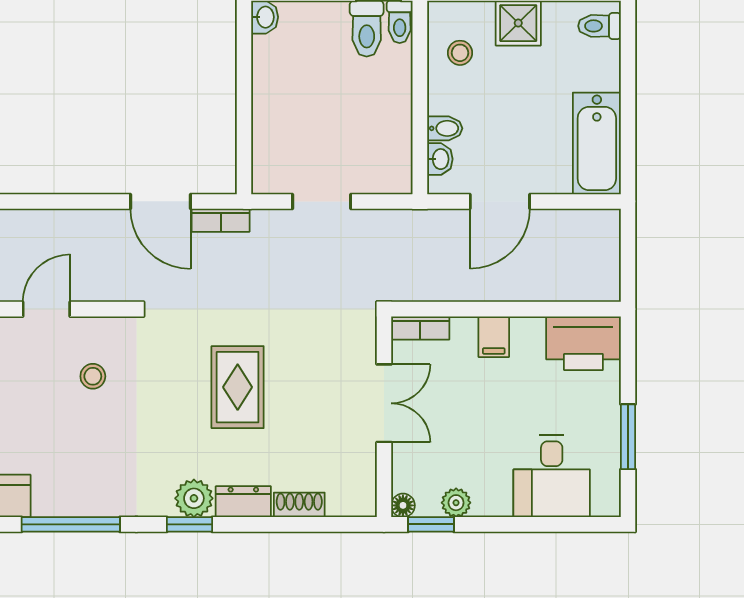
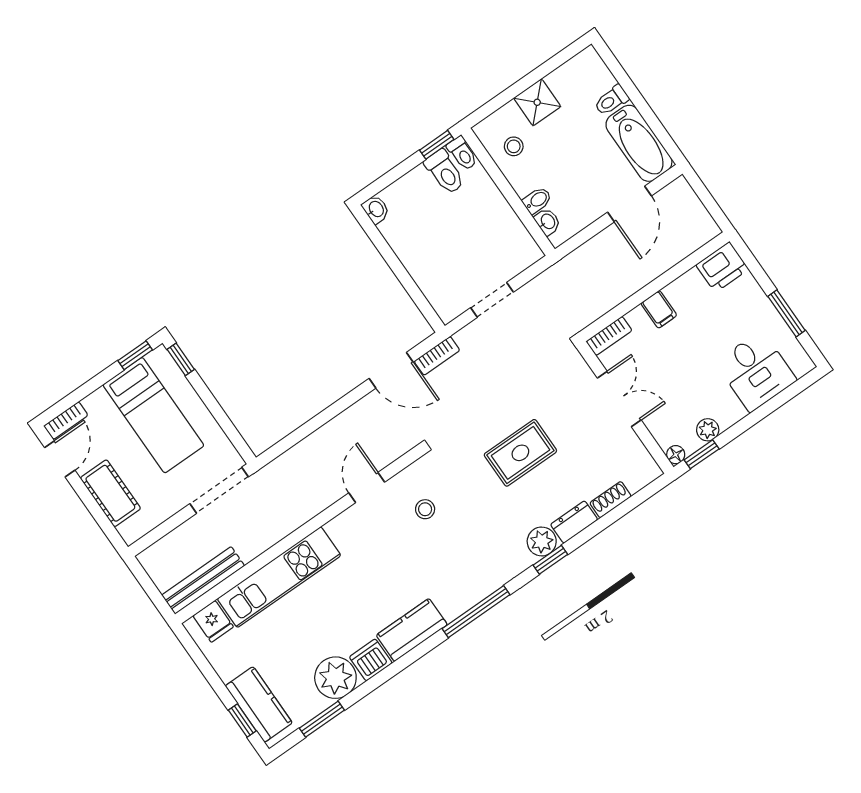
toilet: (600, 26) -> (611, 100), moved
door: (500, 201) -> (629, 204), moved
printer: (583, 343) -> (722, 267), width x0.73, depth x0.84
rug: (238, 387) -> (520, 453), turned 90

